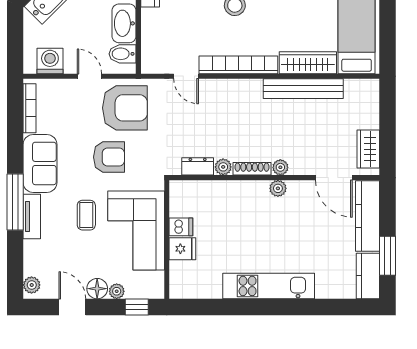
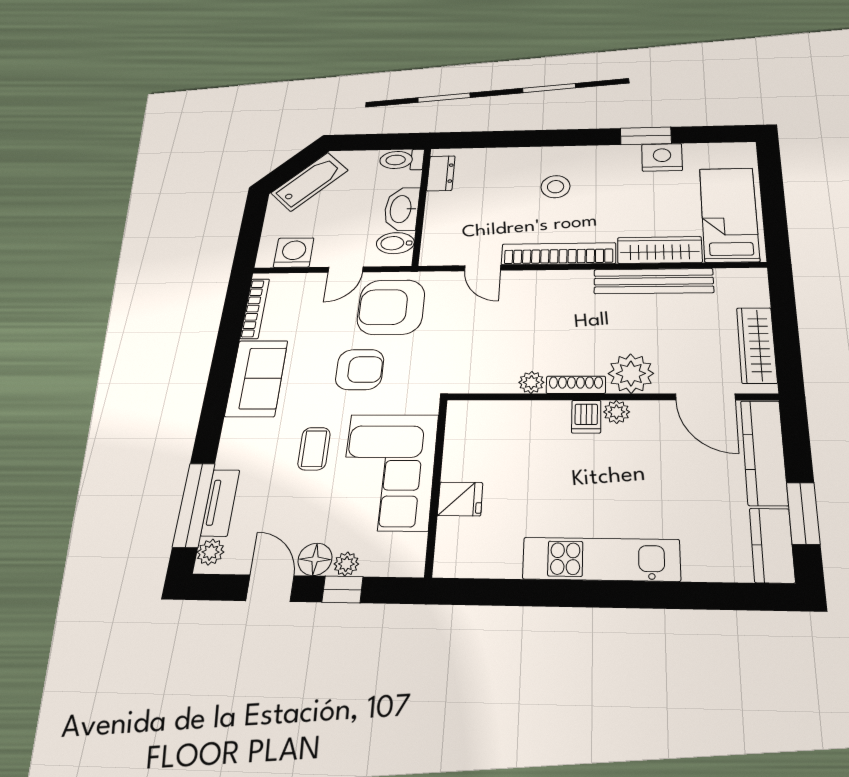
door: (89, 76) -> (346, 270), swing flipped
armchair: (125, 108) -> (391, 307), turned 180
wardrobe: (368, 149) -> (757, 345), width x1.50
dresser: (198, 166) -> (492, 382), removed
plant: (280, 167) -> (631, 373), width x1.88, depth x1.88
window: (15, 202) -> (194, 505), moved
tv unit: (32, 216) -> (220, 503), moved
dishwasher: (181, 227) -> (586, 417), moved, turned 90
window: (137, 307) -> (342, 589), moved

